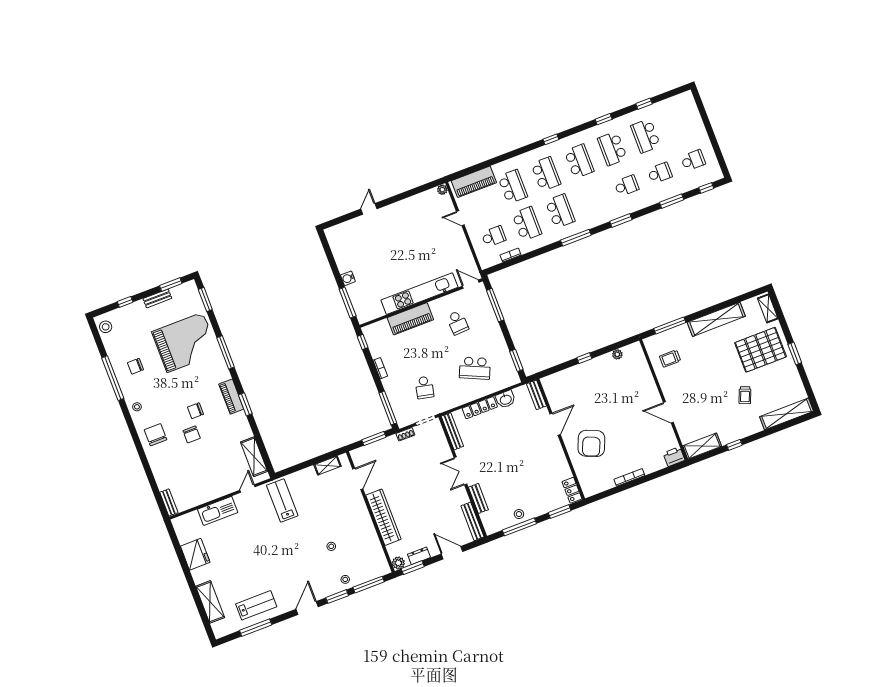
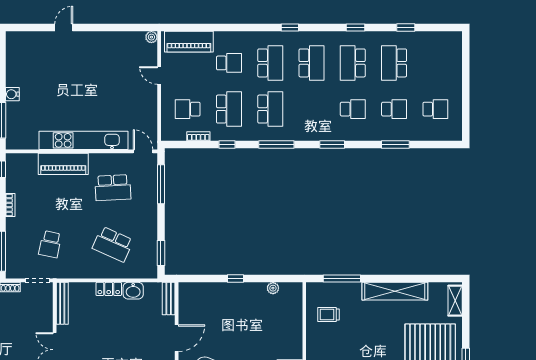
school desk: (513, 187) -> (229, 63), width x0.54
window: (706, 188) -> (227, 144), moved
school desk: (494, 236) -> (188, 109), turned 180
school desk: (458, 323) -> (113, 188), width x1.85
locker: (480, 408) -> (109, 289), width x0.66

